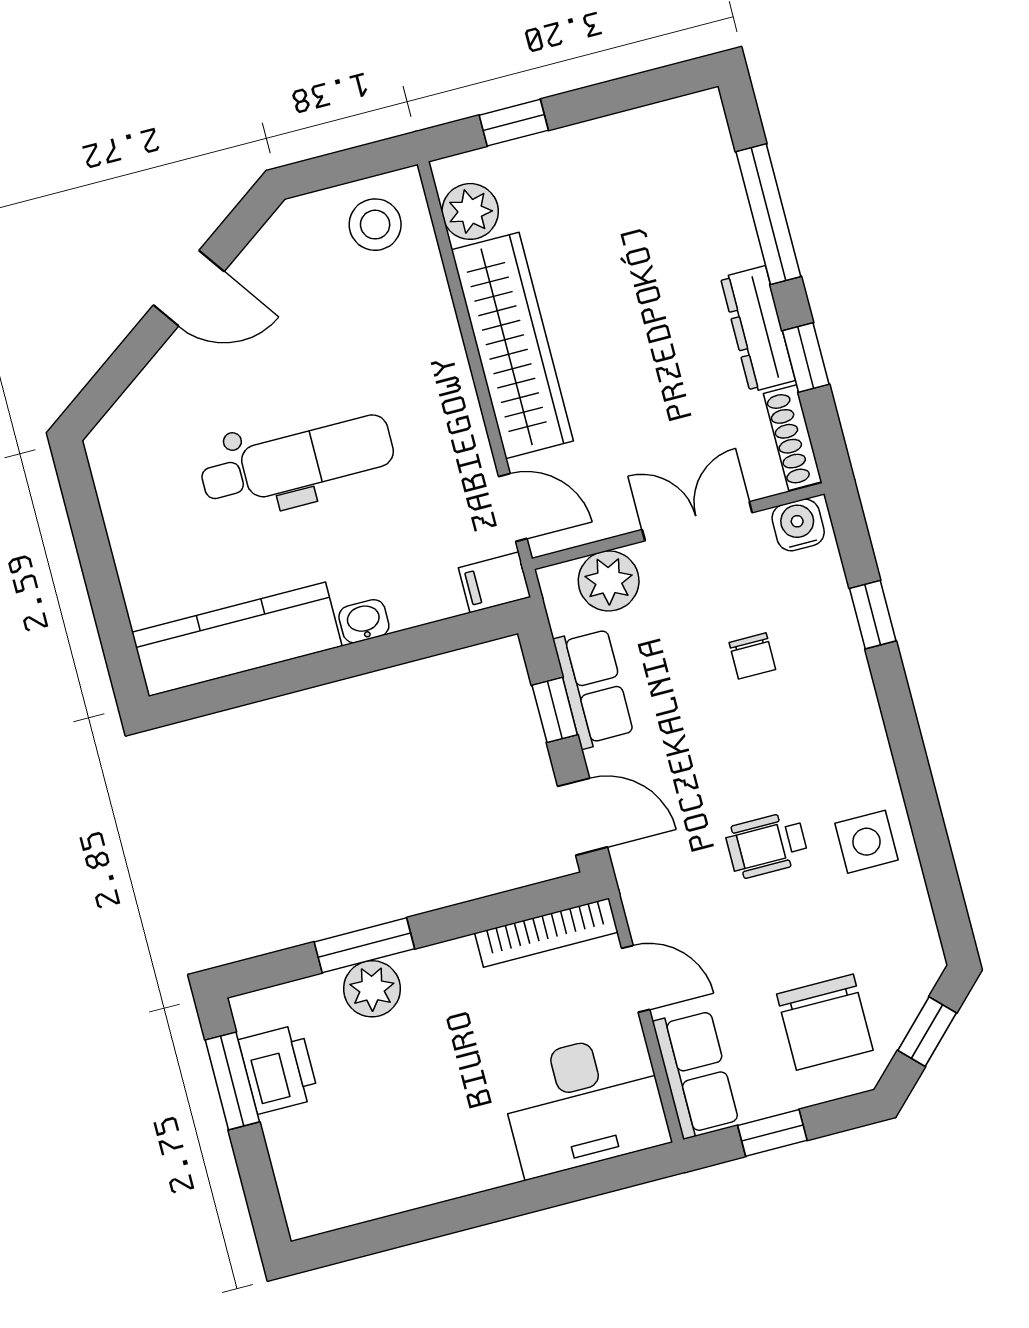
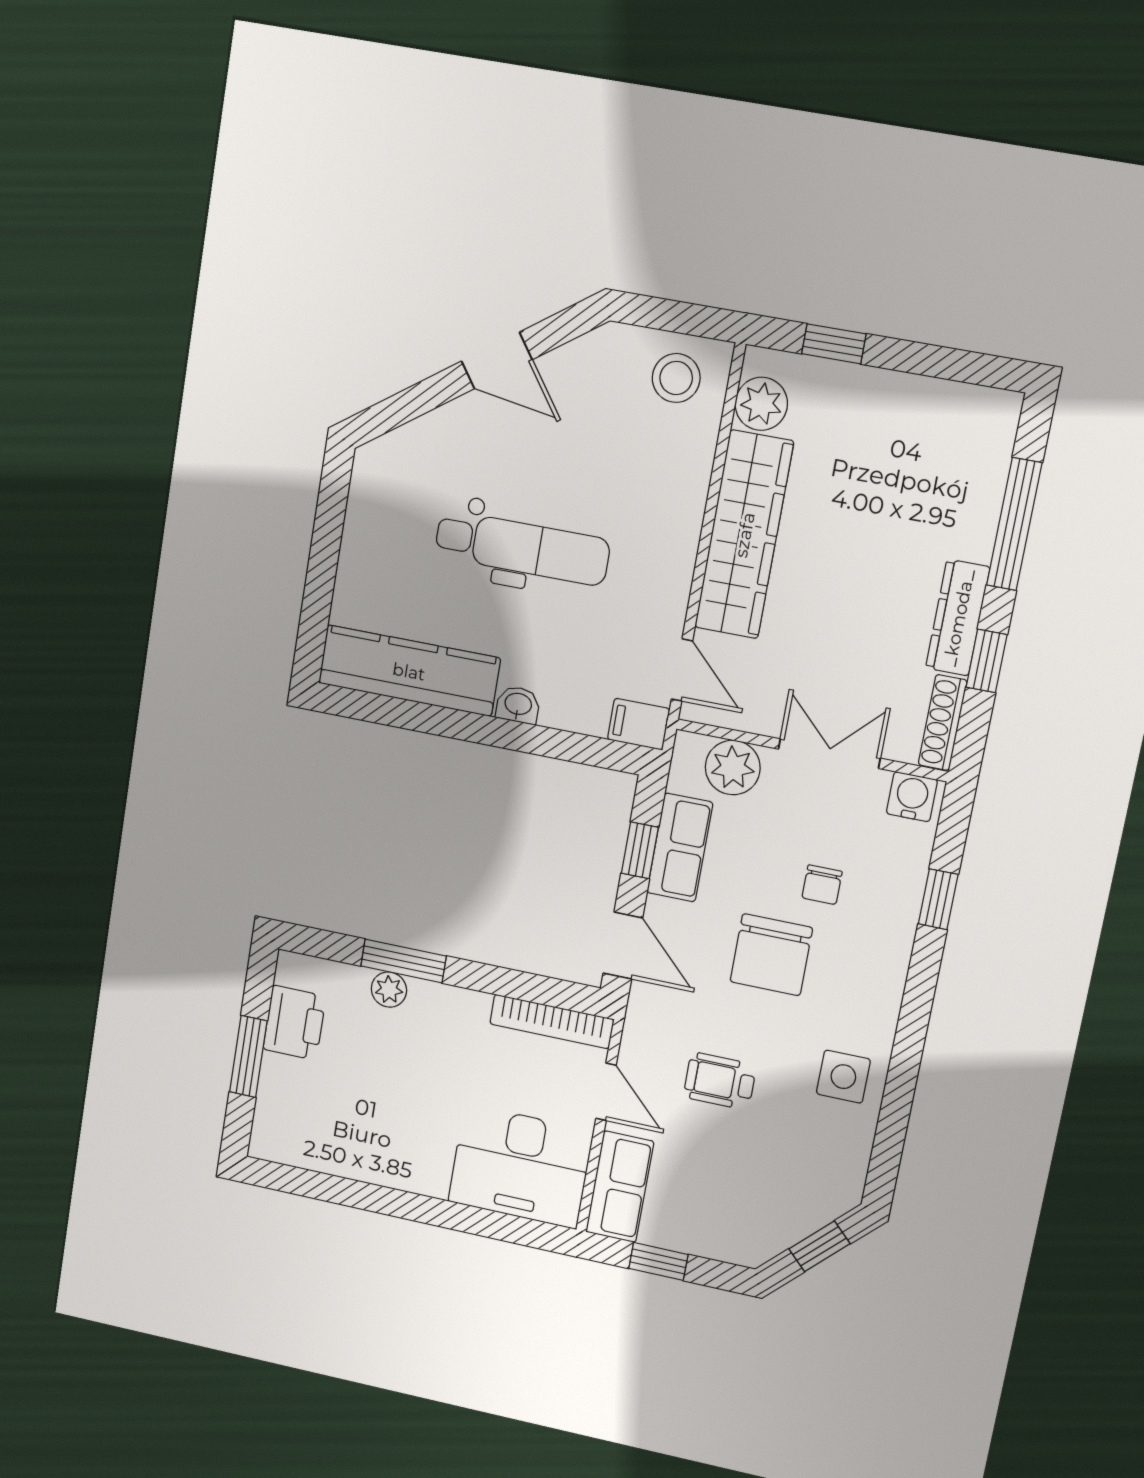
wheelchair: (767, 845) -> (720, 1081), moved
plant: (372, 989) -> (389, 990), width x0.73, depth x0.73
chair: (825, 1022) -> (771, 955), moved
window: (232, 1081) -> (248, 1056), moved

